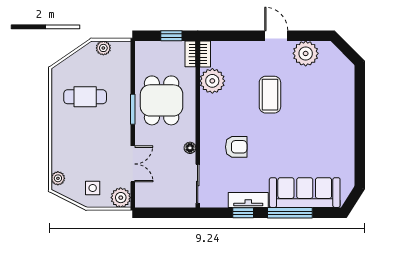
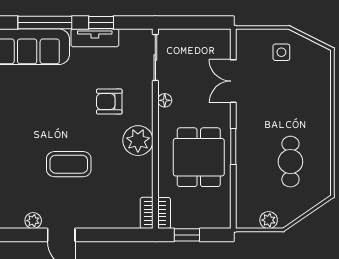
plant: (306, 53) -> (33, 221), width x0.53, depth x0.53
plant: (212, 81) -> (138, 141), moved
coffee table: (270, 95) -> (69, 164), turned 90
cafe table: (85, 97) -> (290, 162), turned 90
plant: (58, 178) -> (323, 64), removed
plant: (121, 198) -> (248, 41), removed

